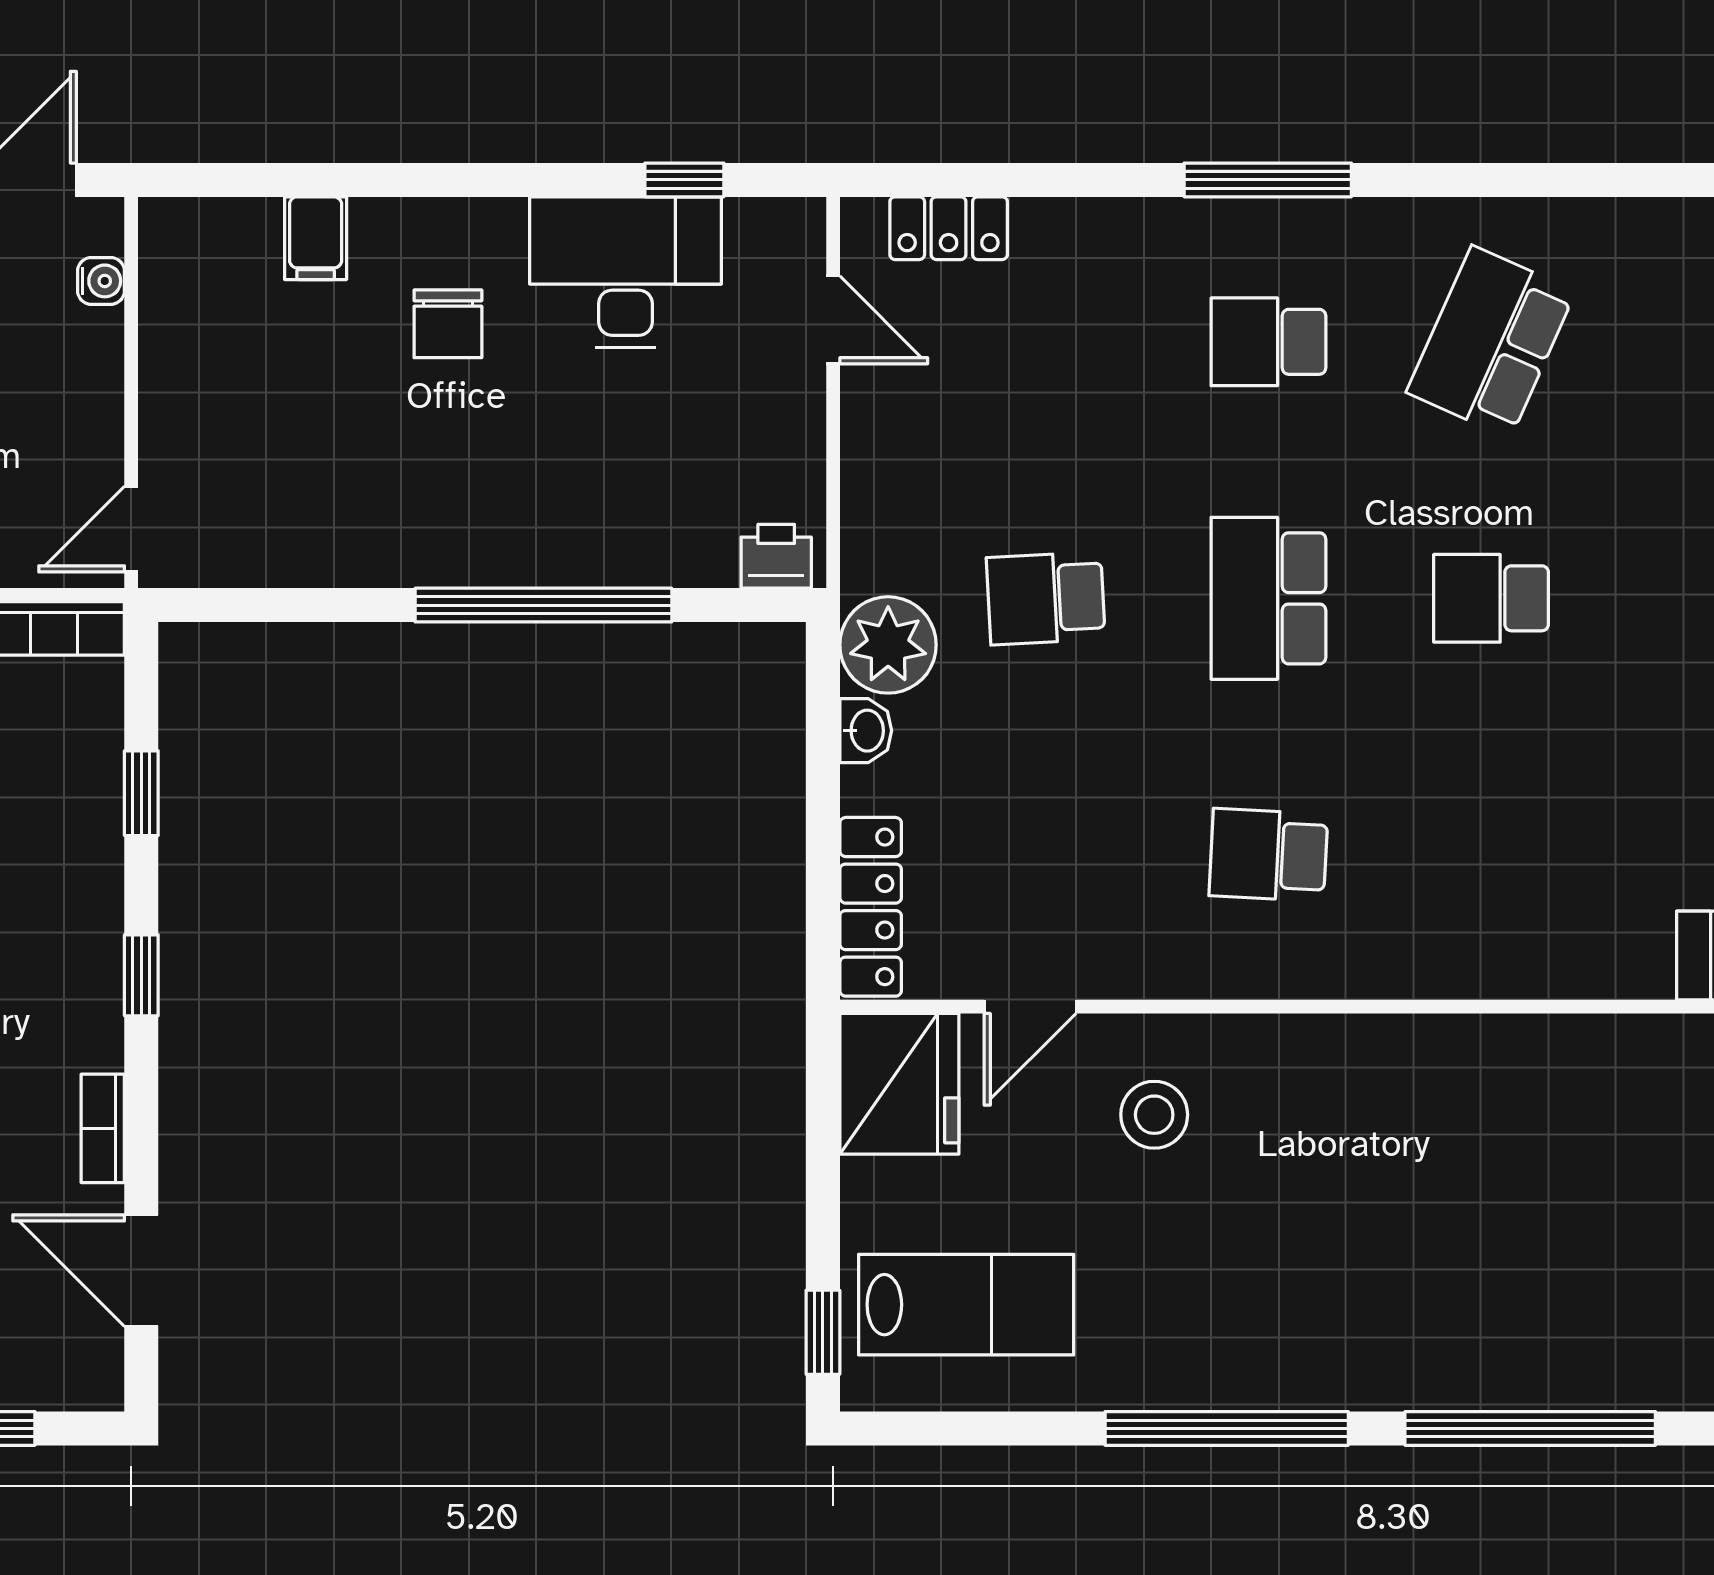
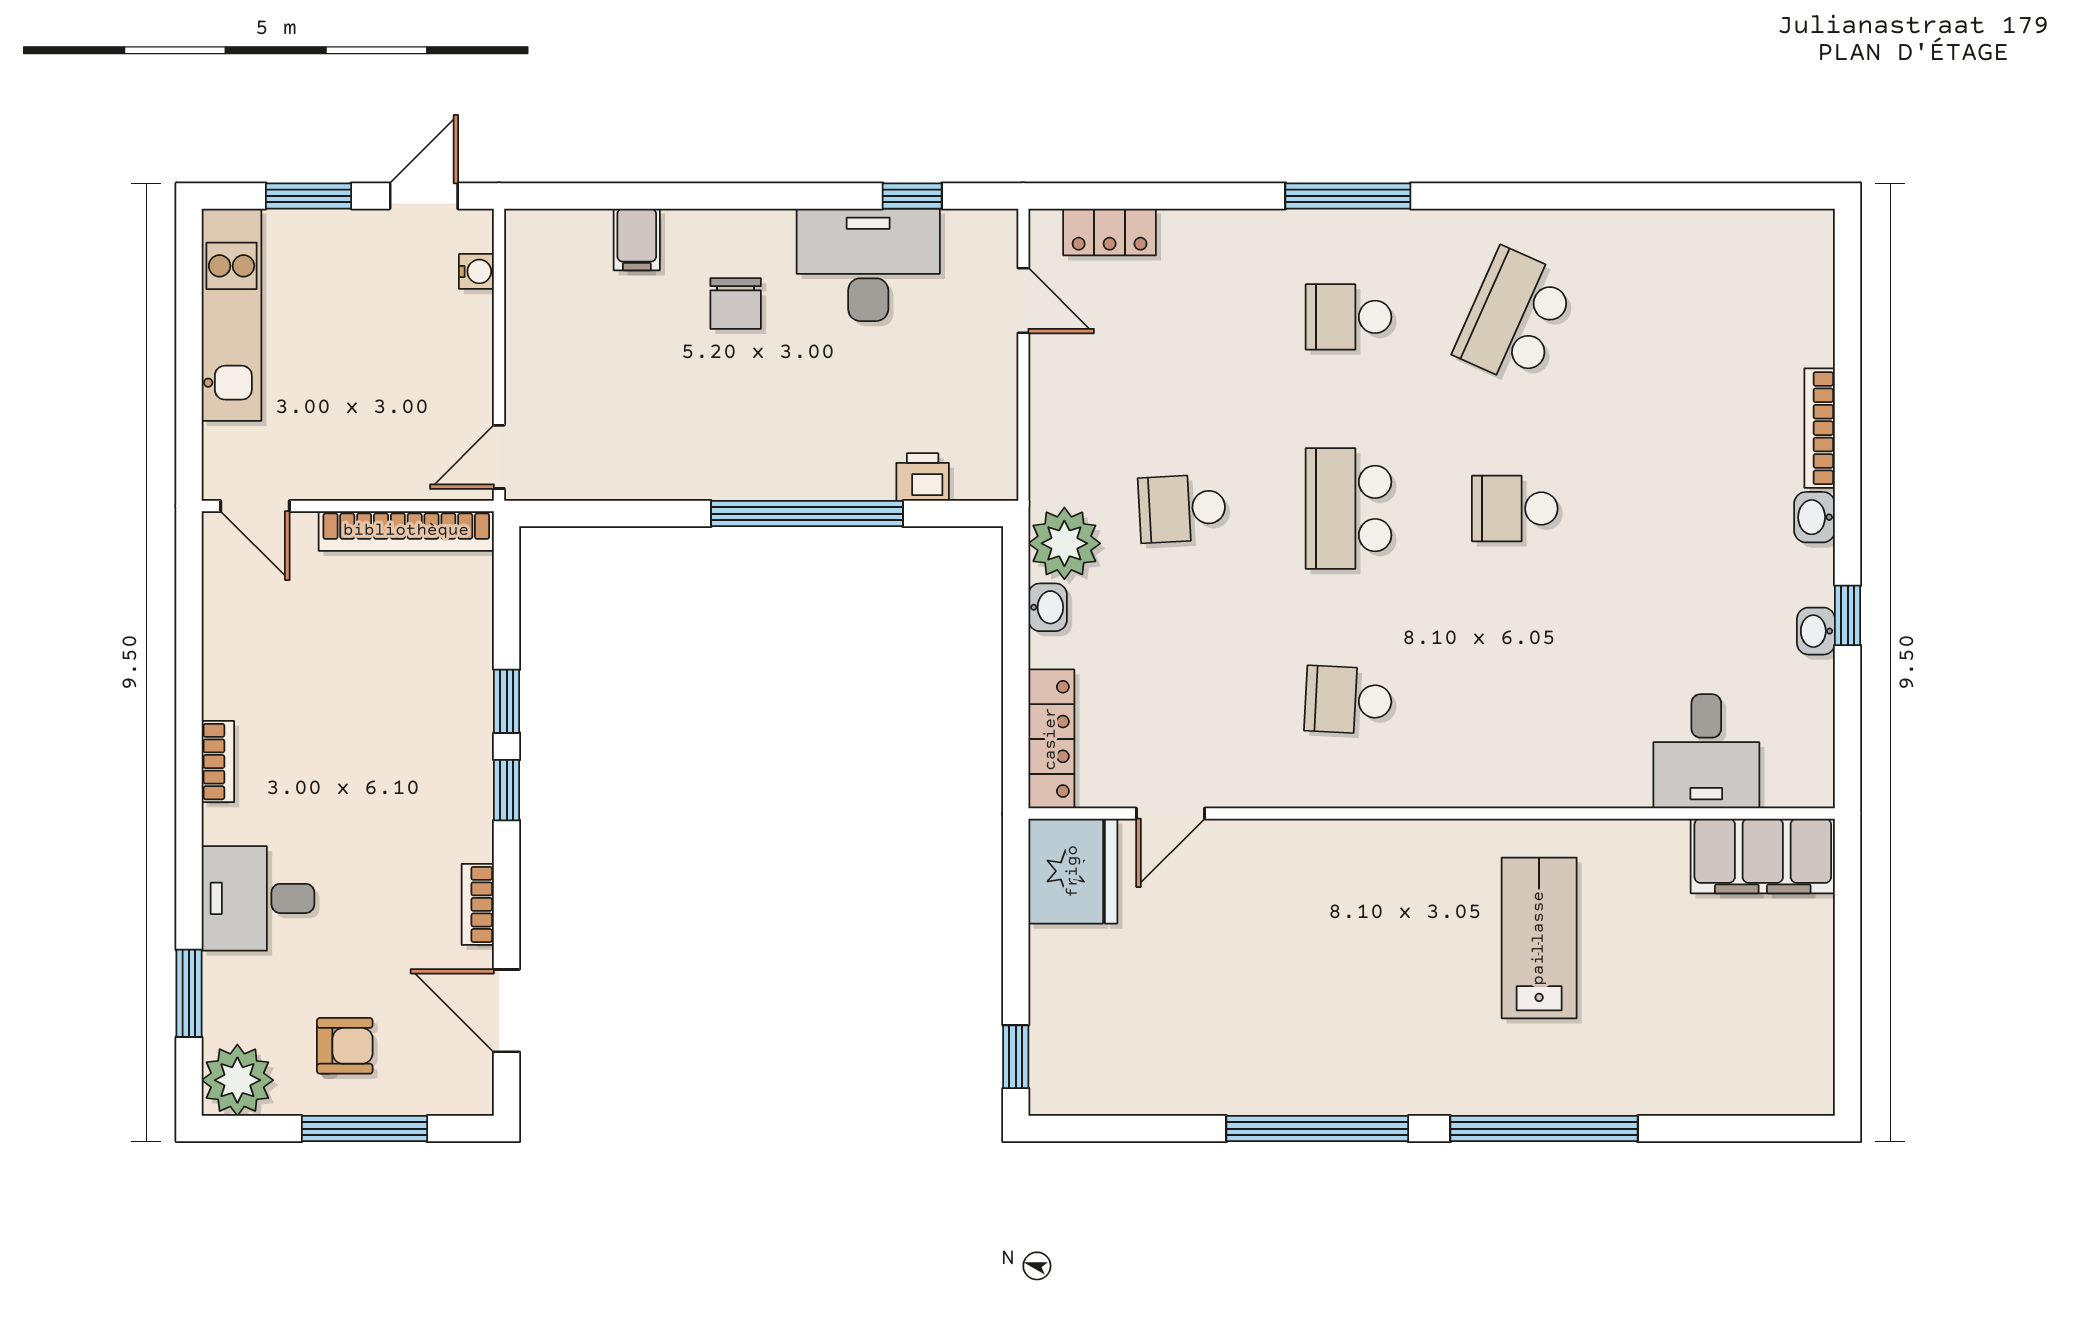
printer: (776, 556) -> (923, 477), moved
window: (141, 793) -> (507, 701), moved
stool: (1154, 1115) -> (1263, 894), removed
lab bench: (966, 1305) -> (1539, 938), moved, turned -90

